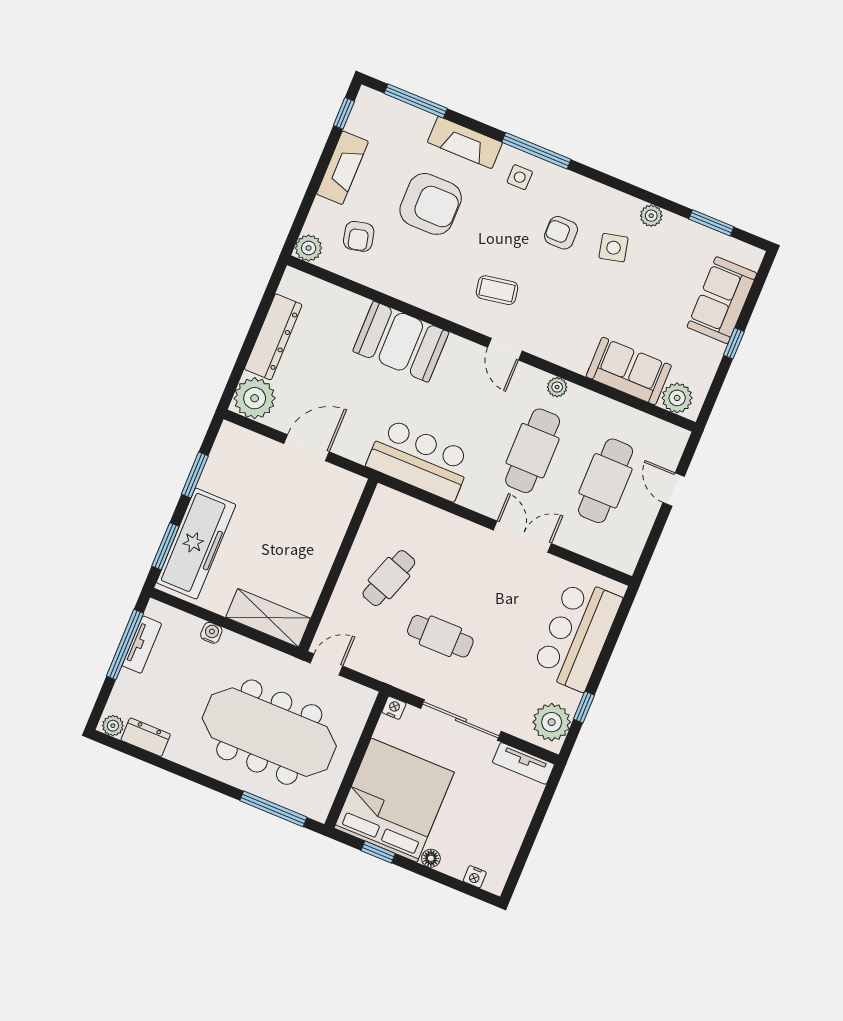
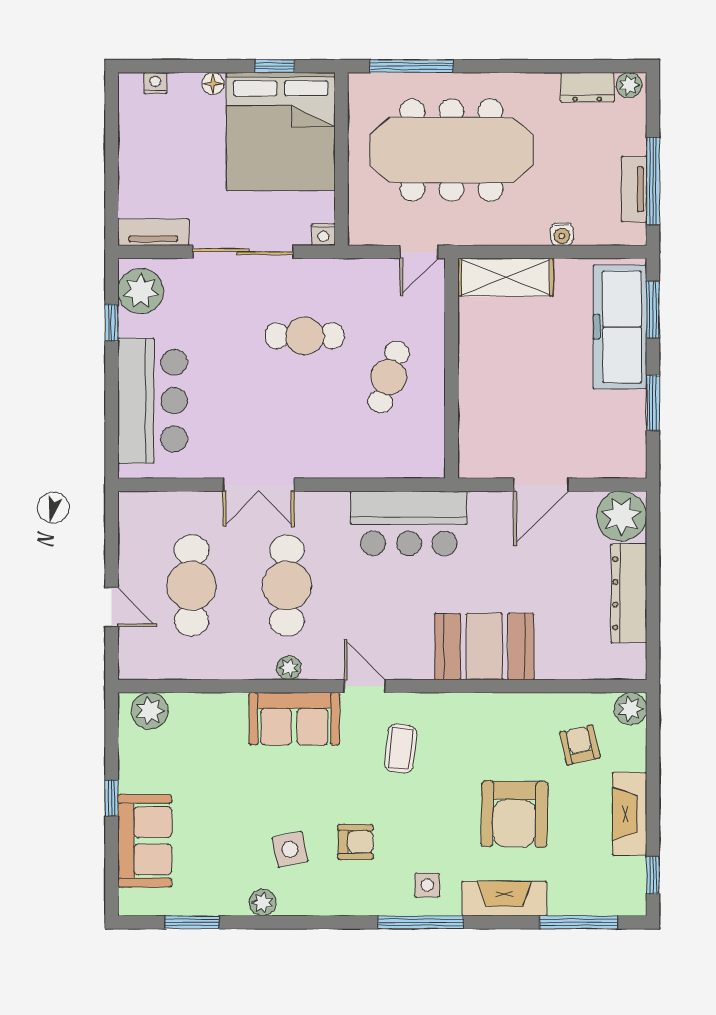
armchair: (431, 204) -> (514, 814), turned -89
coffee table: (497, 290) -> (401, 748), turned -74
sofa: (629, 371) -> (294, 719), moved

